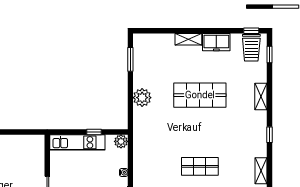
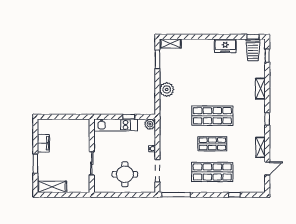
shelving: (188, 39) -> (171, 43), moved
shop shelf: (200, 95) -> (212, 116), moved

